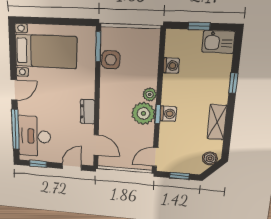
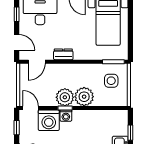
side table: (111, 60) -> (111, 81), moved
washing machine: (171, 66) -> (49, 120), moved, width x1.89, depth x1.89
plant: (150, 94) -> (84, 97), width x1.88, depth x1.88

